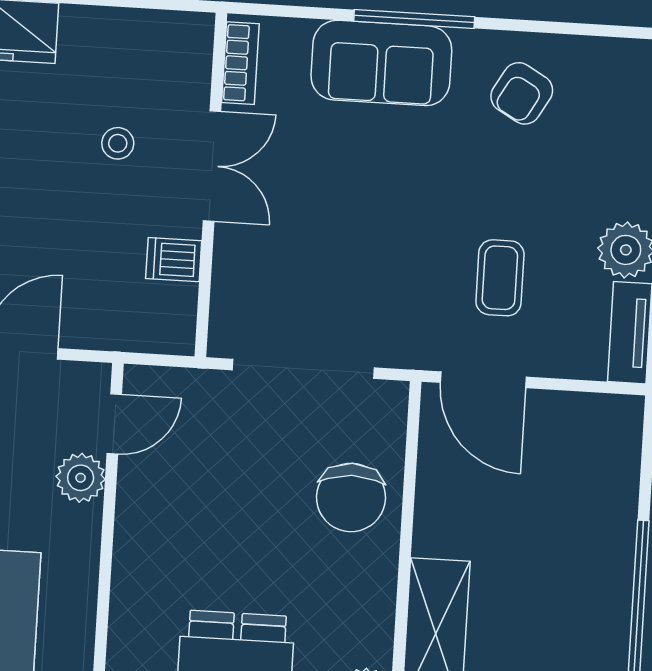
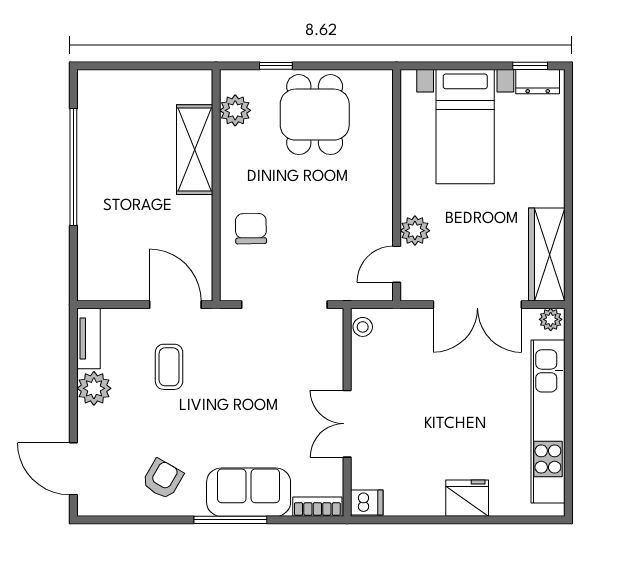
bookcase: (240, 63) -> (317, 507), moved, turned 90
stool: (118, 143) -> (363, 327), moved
dishwasher: (174, 260) -> (367, 502), moved
chair: (351, 497) -> (251, 229), width x0.73, depth x0.73

